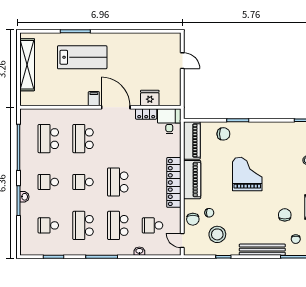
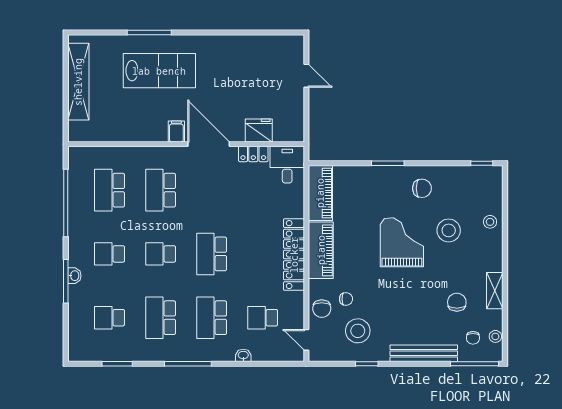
chair: (223, 134) -> (422, 188), moved
stool: (279, 166) -> (449, 230), added

